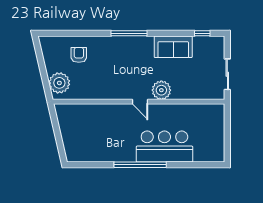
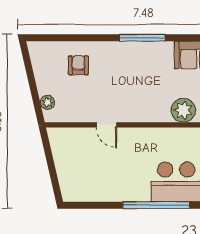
plant: (59, 83) -> (47, 102), width x0.53, depth x0.53
door: (140, 102) -> (107, 125), moved

